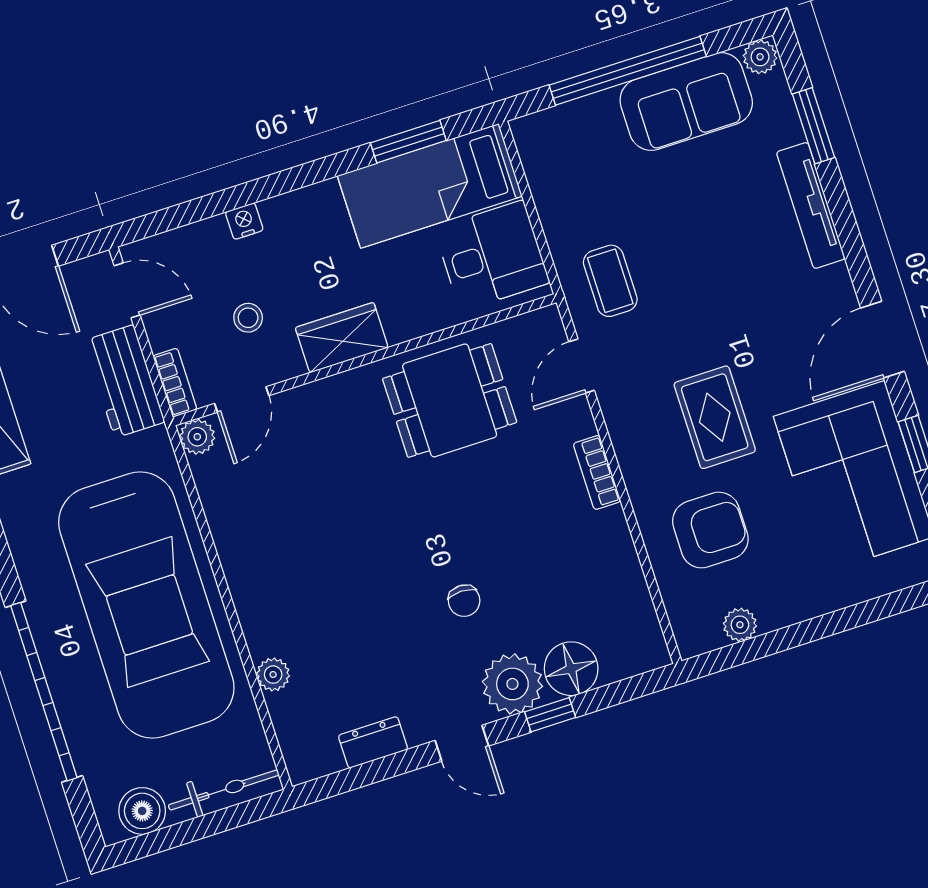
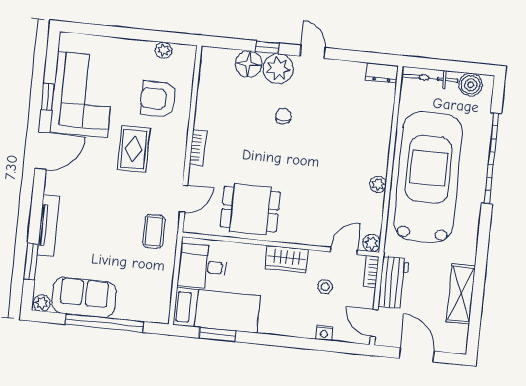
nightstand: (244, 221) -> (324, 333), moved
plant: (273, 675) -> (378, 184), moved
dresser: (373, 742) -> (382, 73), moved

